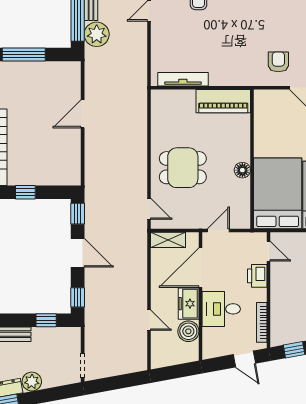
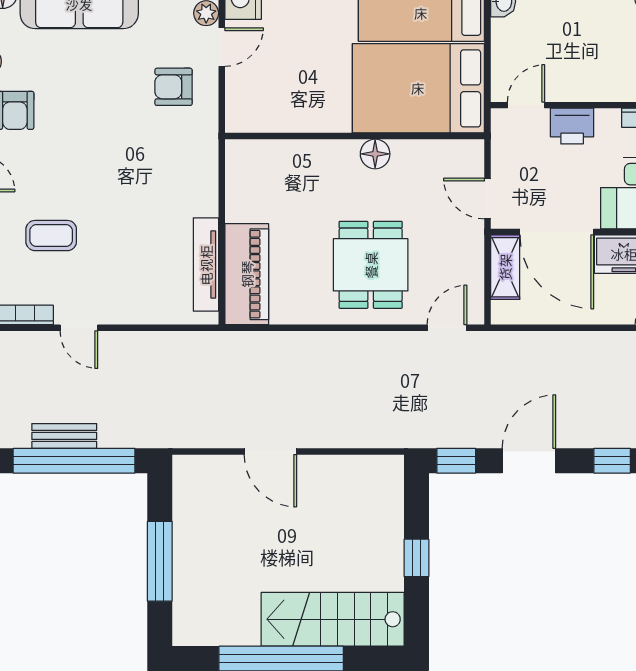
plant: (97, 34) -> (122, 425), removed
piano: (223, 101) -> (247, 274), moved
shelving: (168, 240) -> (505, 267), moved

